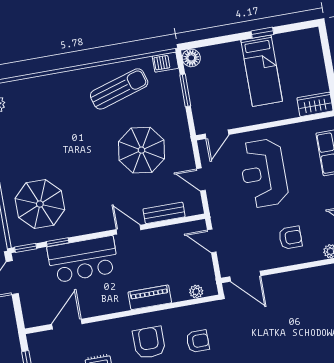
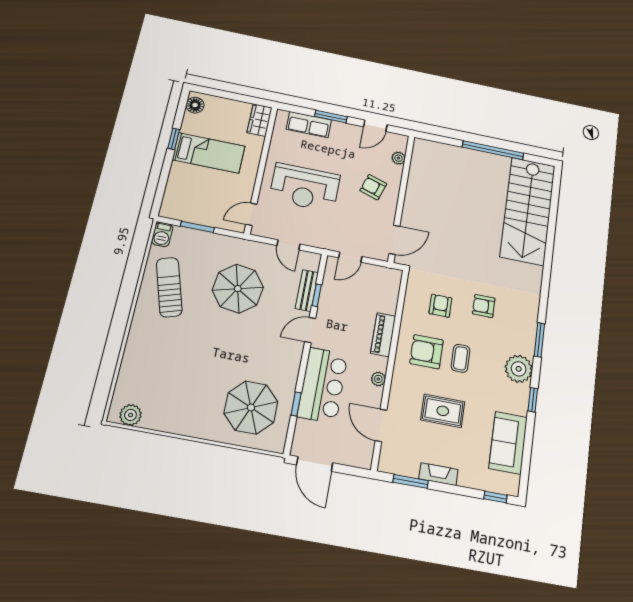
floor lamp: (191, 58) -> (195, 105), moved
door: (217, 134) -> (251, 214), swing flipped
door: (201, 180) -> (288, 245), hinge flipped
armchair: (290, 238) -> (373, 187), turned -72
window: (26, 248) -> (317, 295), moved
plant: (196, 292) -> (378, 379), moved

